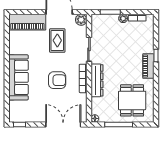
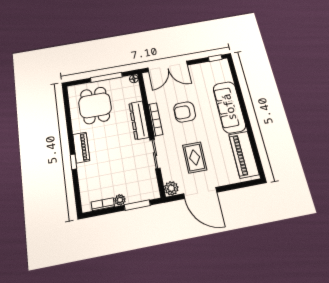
piano: (27, 22) -> (244, 154), moved, turned -90

